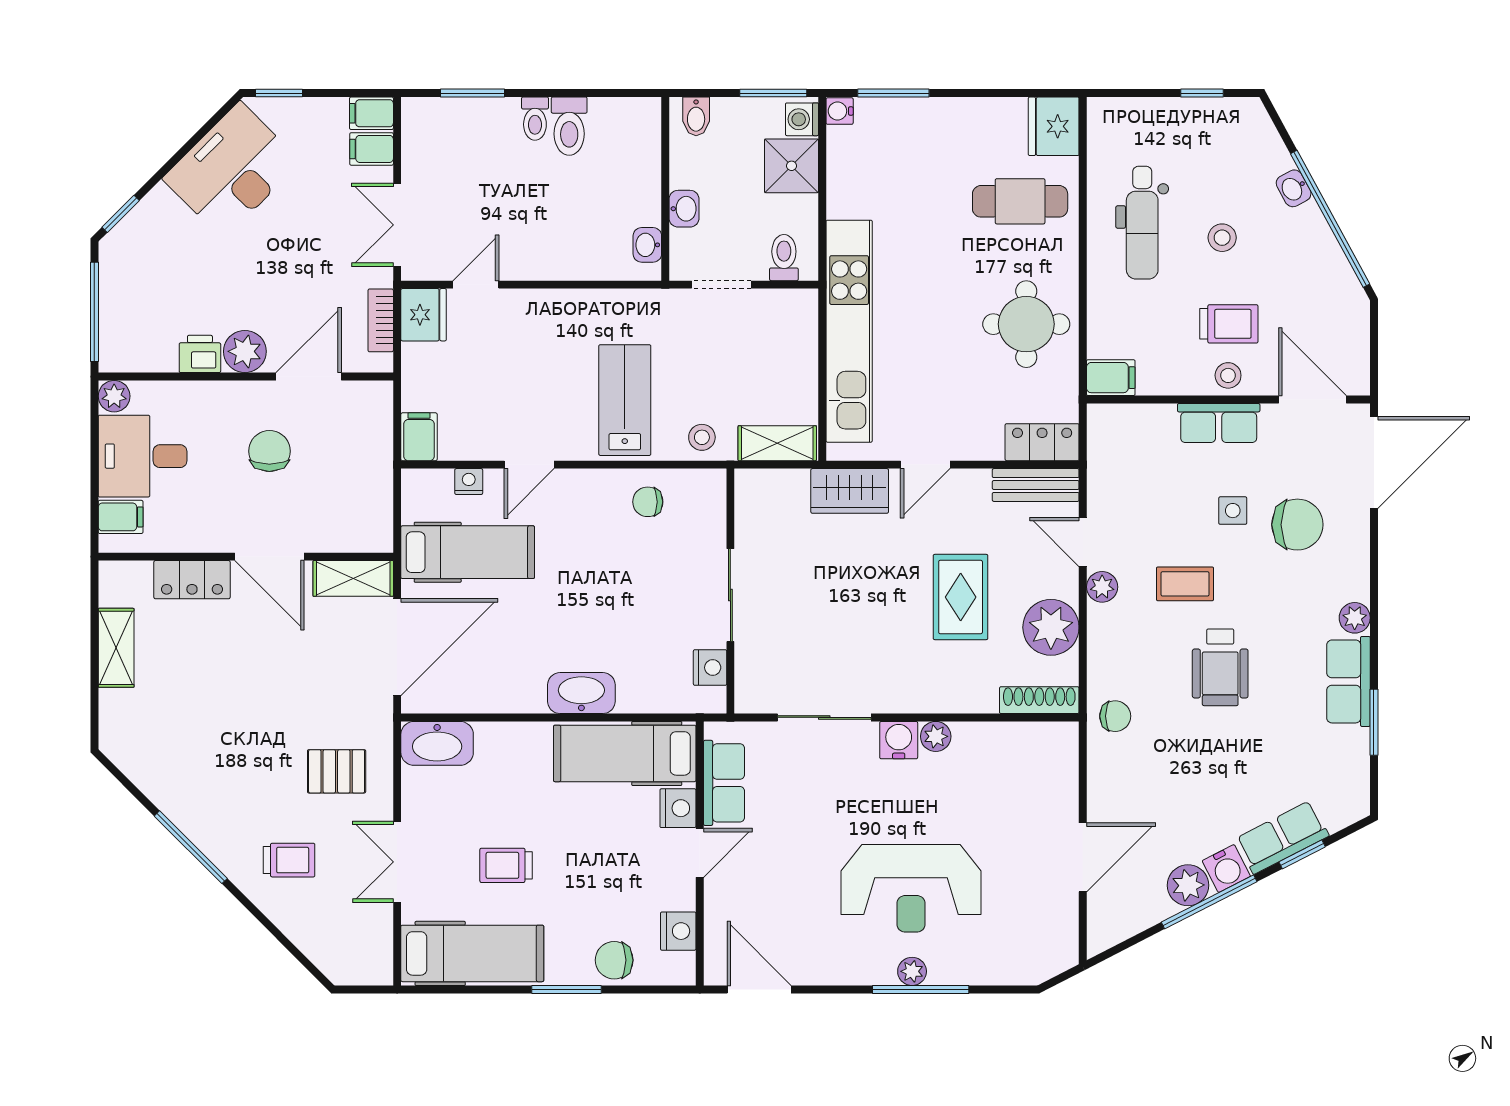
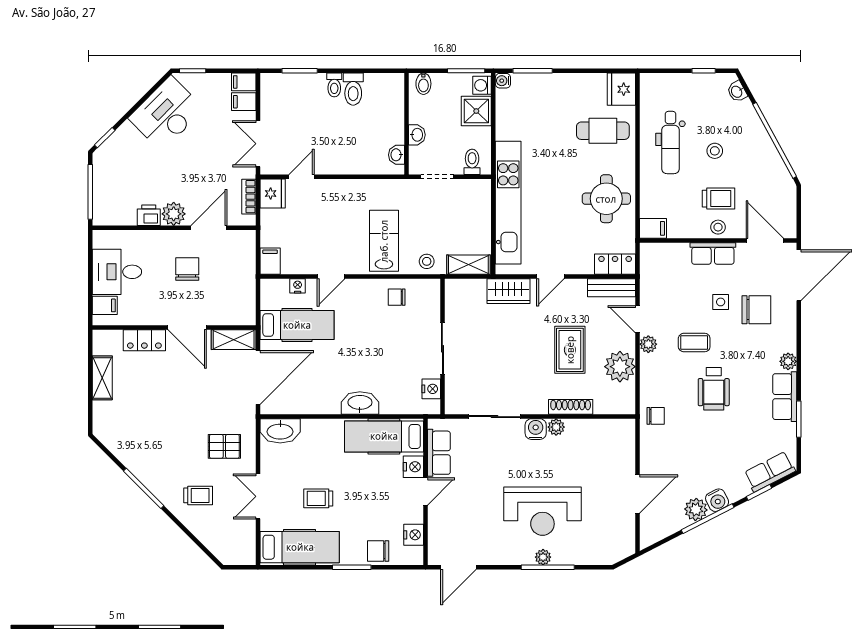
washbasin: (1294, 188) -> (737, 92), moved
plant: (114, 396) -> (101, 239), removed
shoe rack: (1039, 700) -> (571, 407), moved
row of seats: (1282, 837) -> (770, 472), moved
door: (759, 989) -> (458, 567), swing flipped

